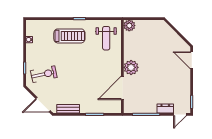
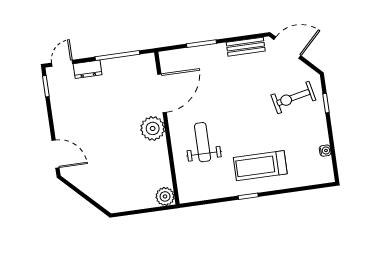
weight bench: (106, 38) -> (203, 142), moved

